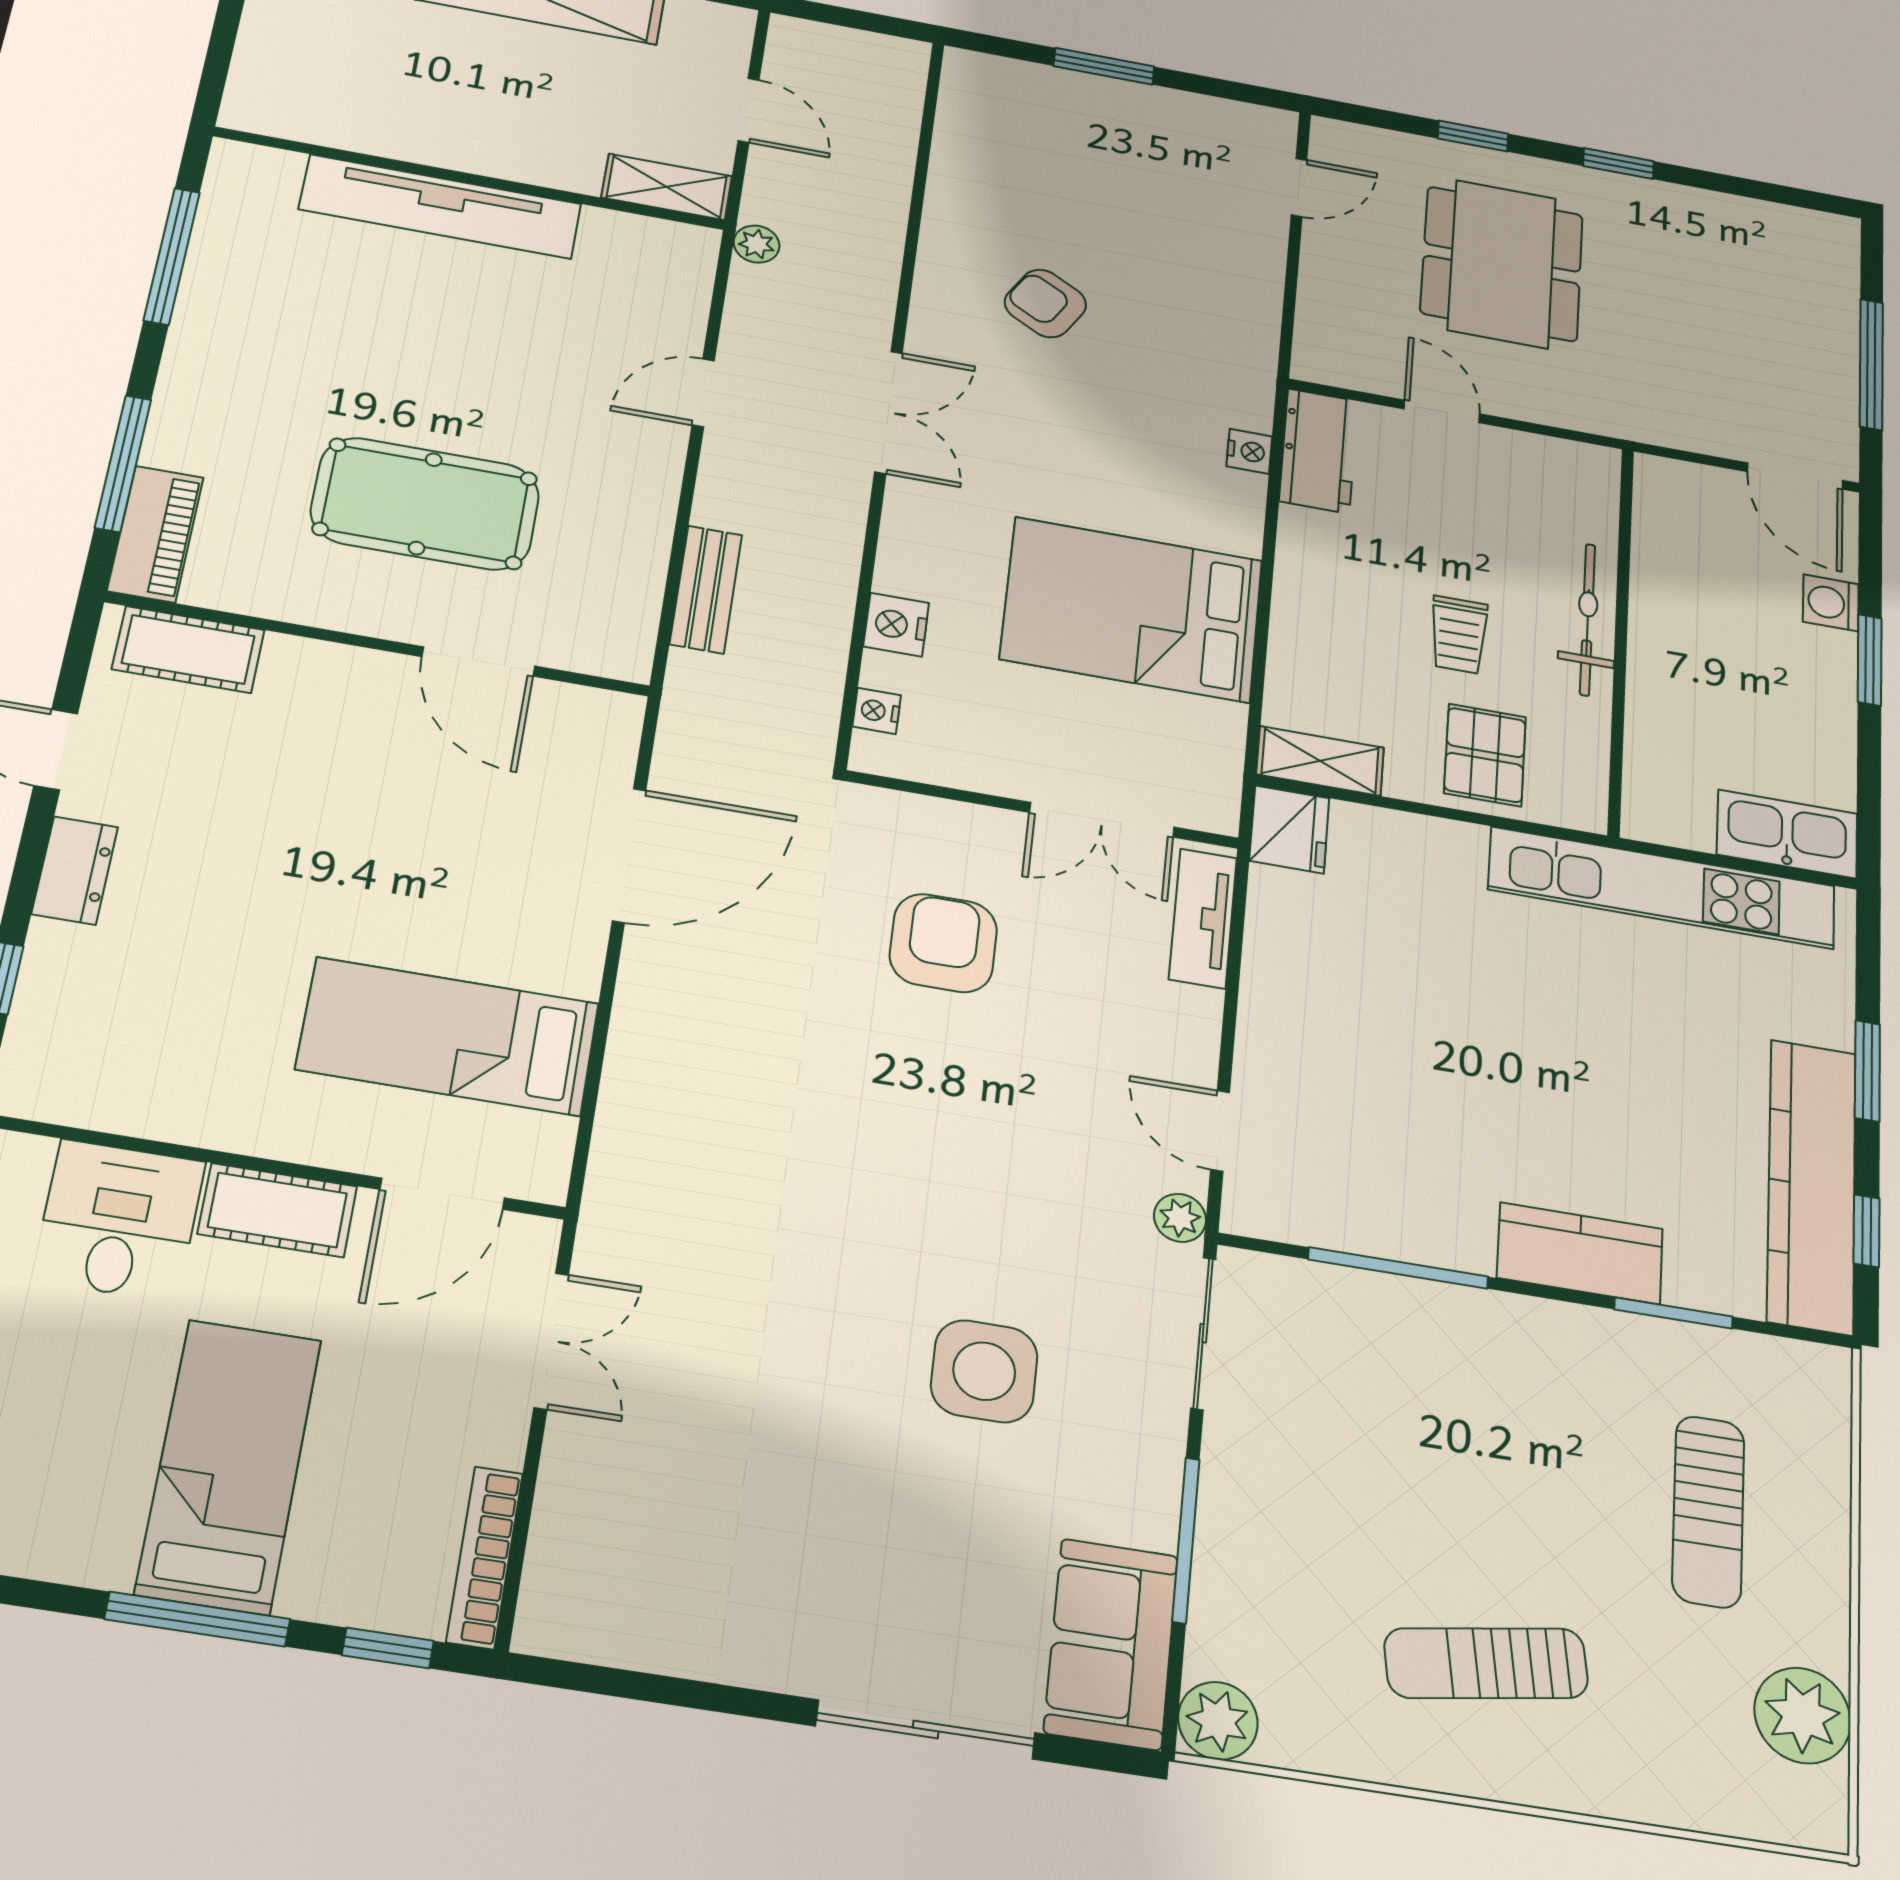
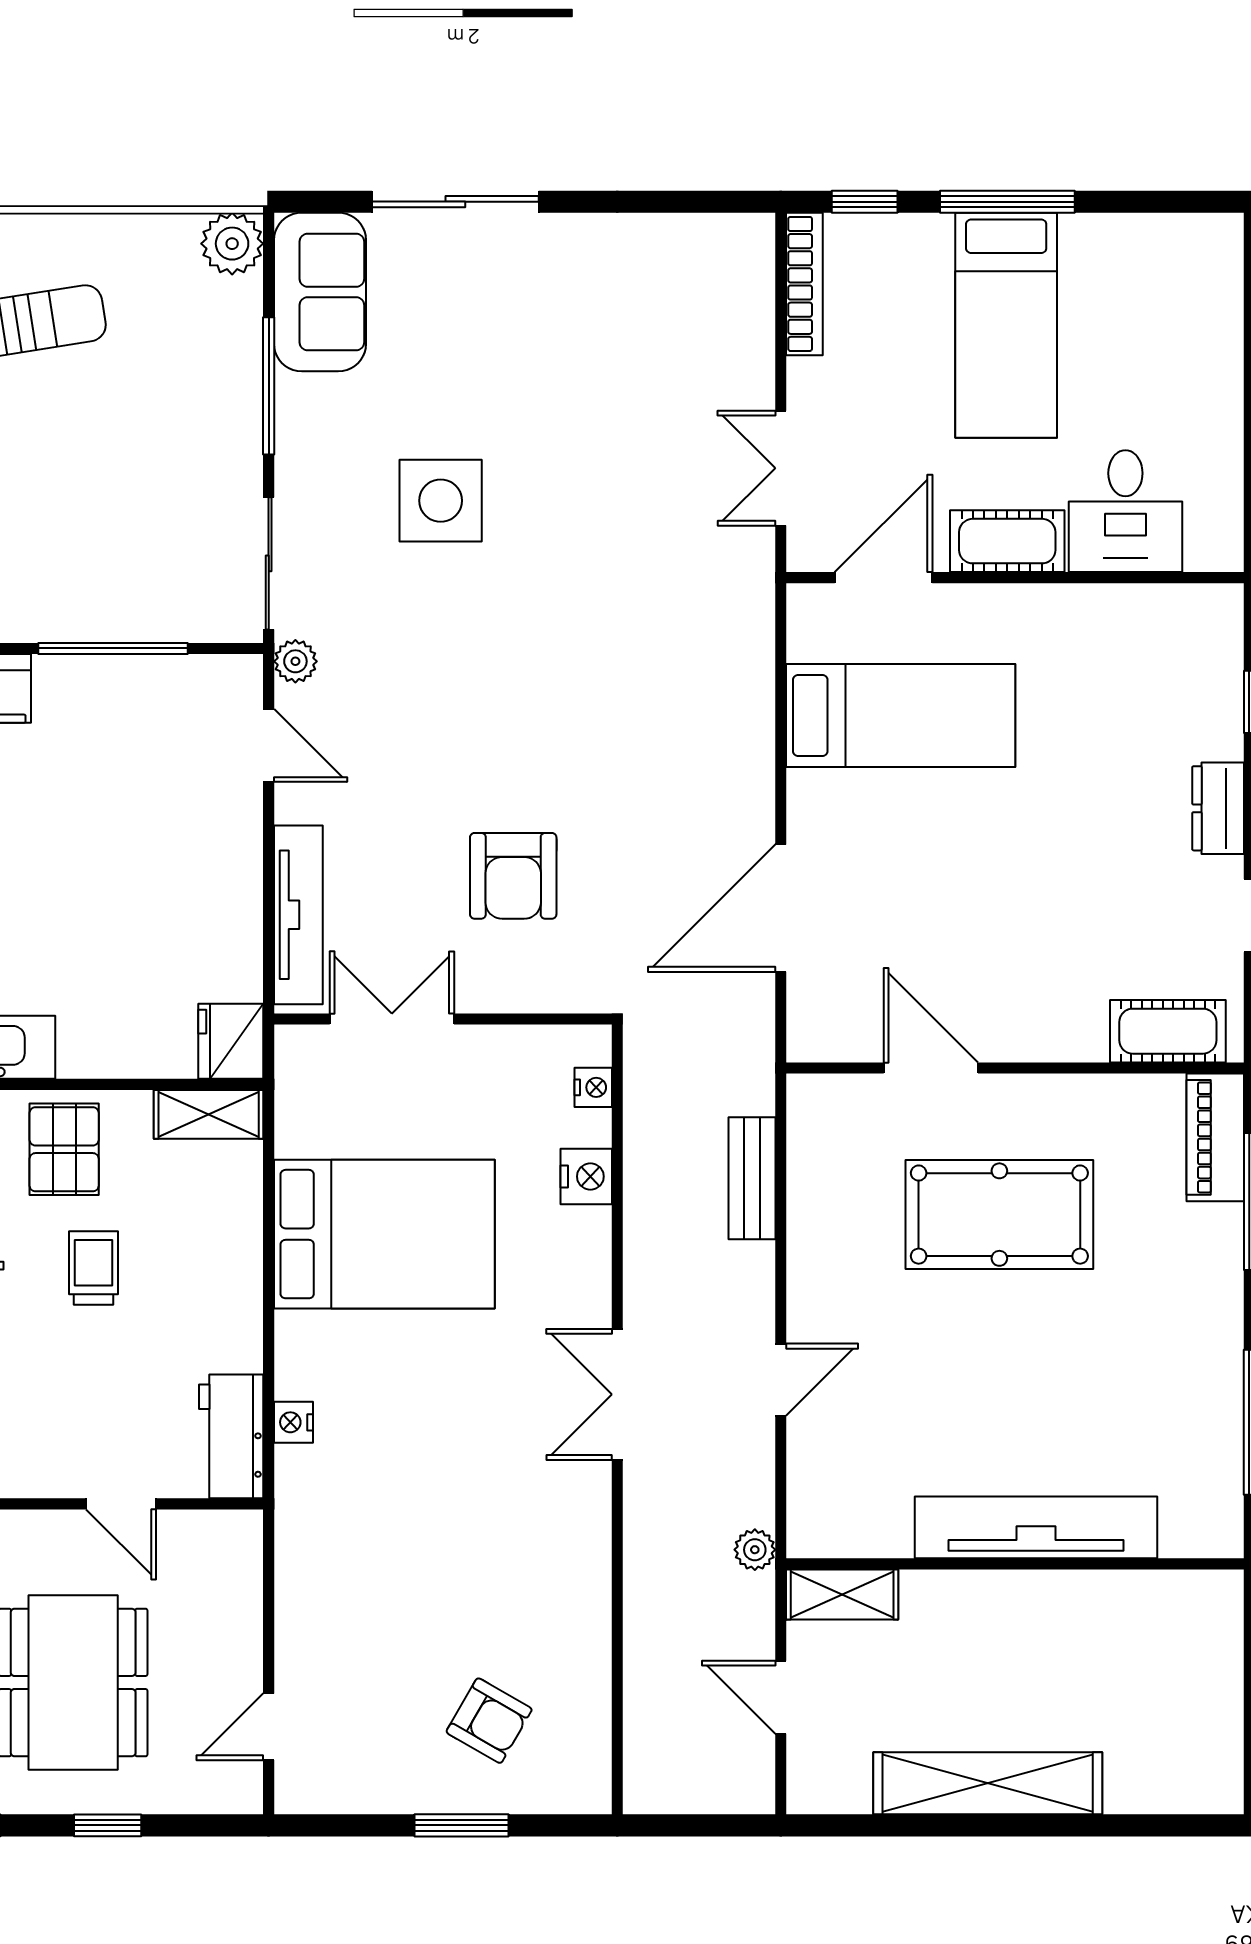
armchair: (1045, 303) -> (489, 1721), moved
tv unit: (1203, 918) -> (298, 915), width x1.41

